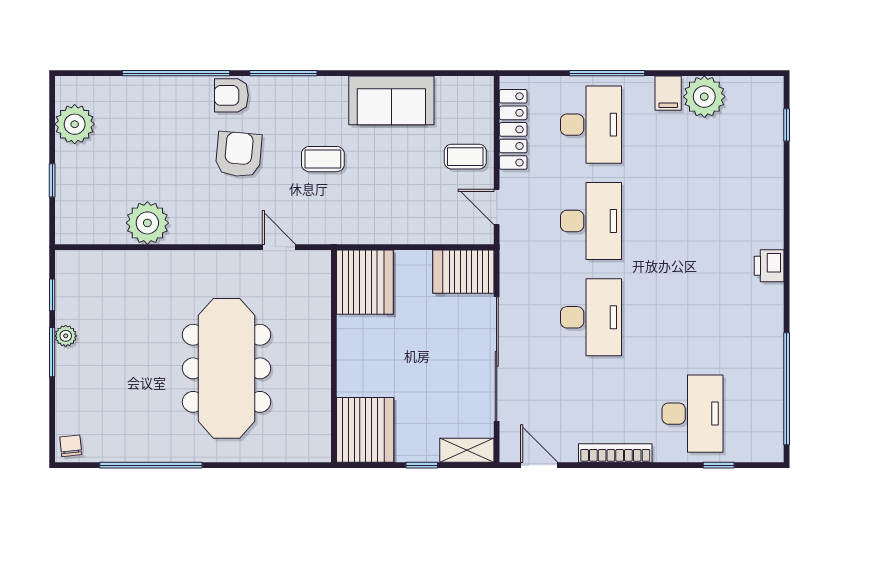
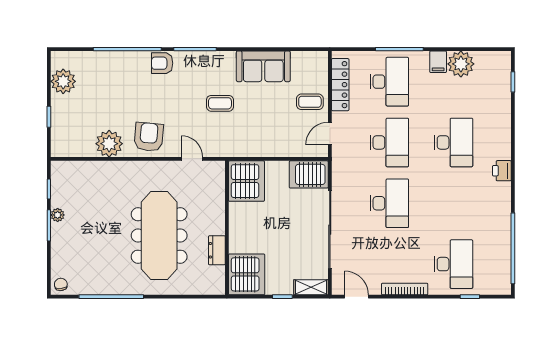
armchair: (239, 154) -> (149, 137), moved
door: (497, 207) -> (330, 134), hinge flipped
desk: (692, 221) -> (453, 142), added
dresser: (318, 392) -> (217, 250), added

